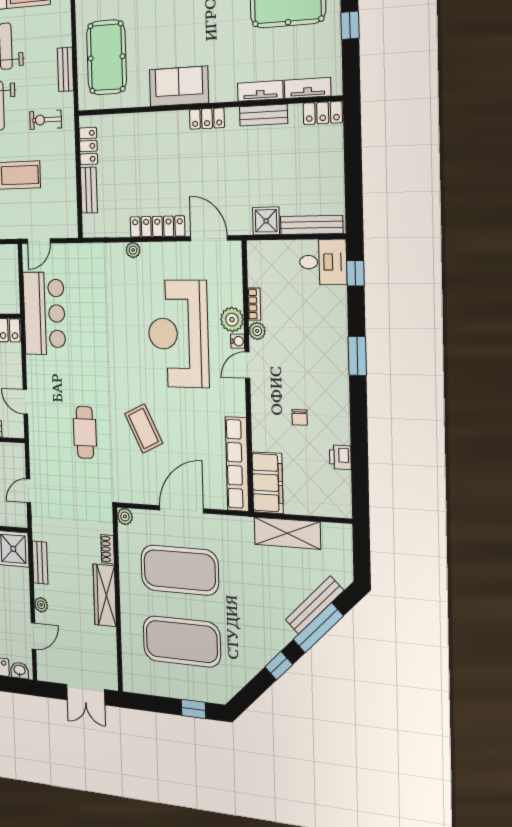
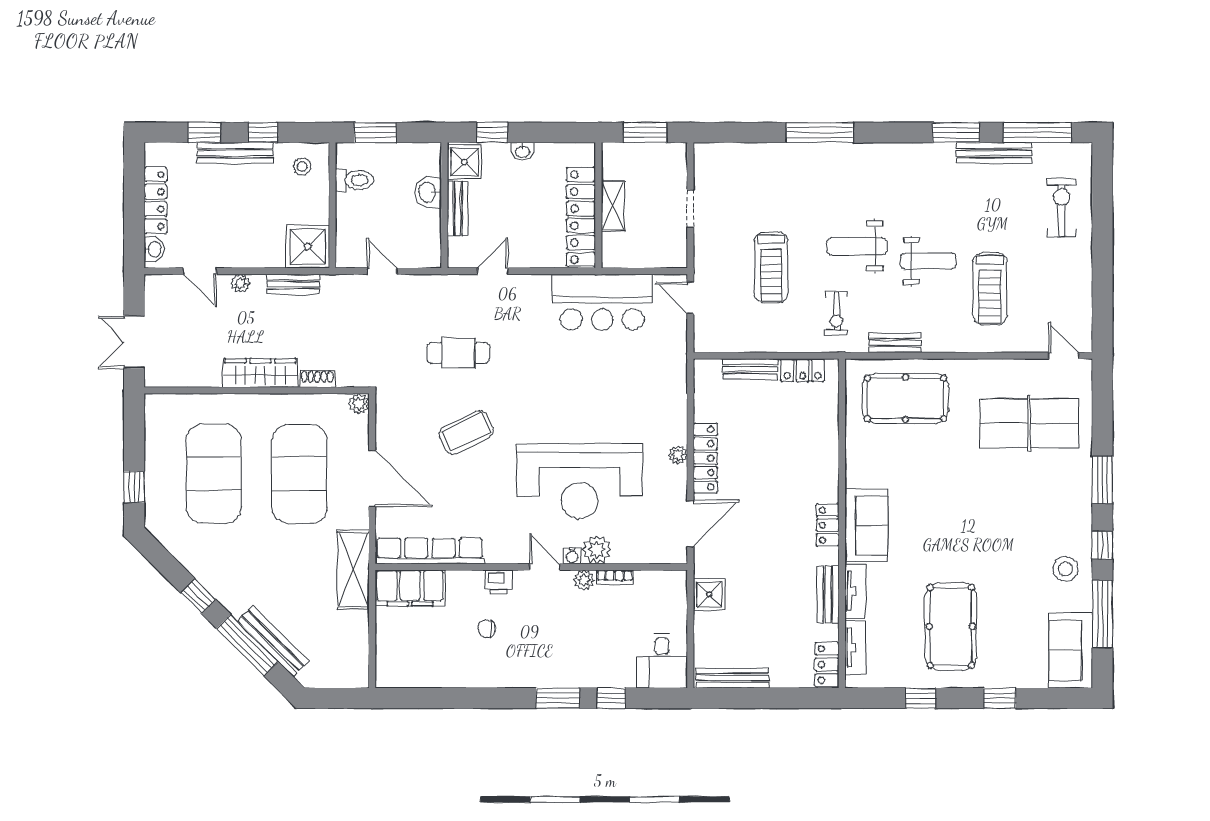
sofa: (179, 86) -> (866, 525), moved
exercise bike: (46, 120) -> (836, 313), turned 180
bench: (312, 225) -> (733, 678), moved, turned 90
plant: (133, 250) -> (678, 455), moved
window: (355, 273) -> (611, 698), moved
reception desk: (178, 334) -> (580, 481), turned 180
printer: (340, 457) -> (499, 582), moved, turned 180
shelving: (287, 533) -> (353, 570), moved

